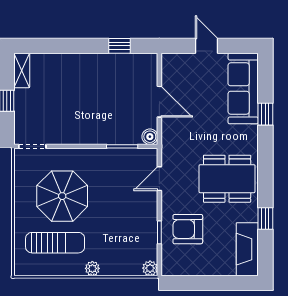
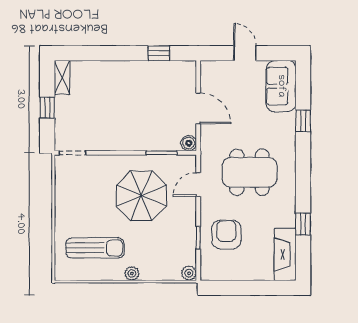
sofa: (243, 89) -> (281, 86), width x0.73
dining table: (227, 179) -> (250, 172), moved
parasol: (62, 196) -> (141, 196), moved
armchair: (188, 229) -> (226, 235), turned 90

